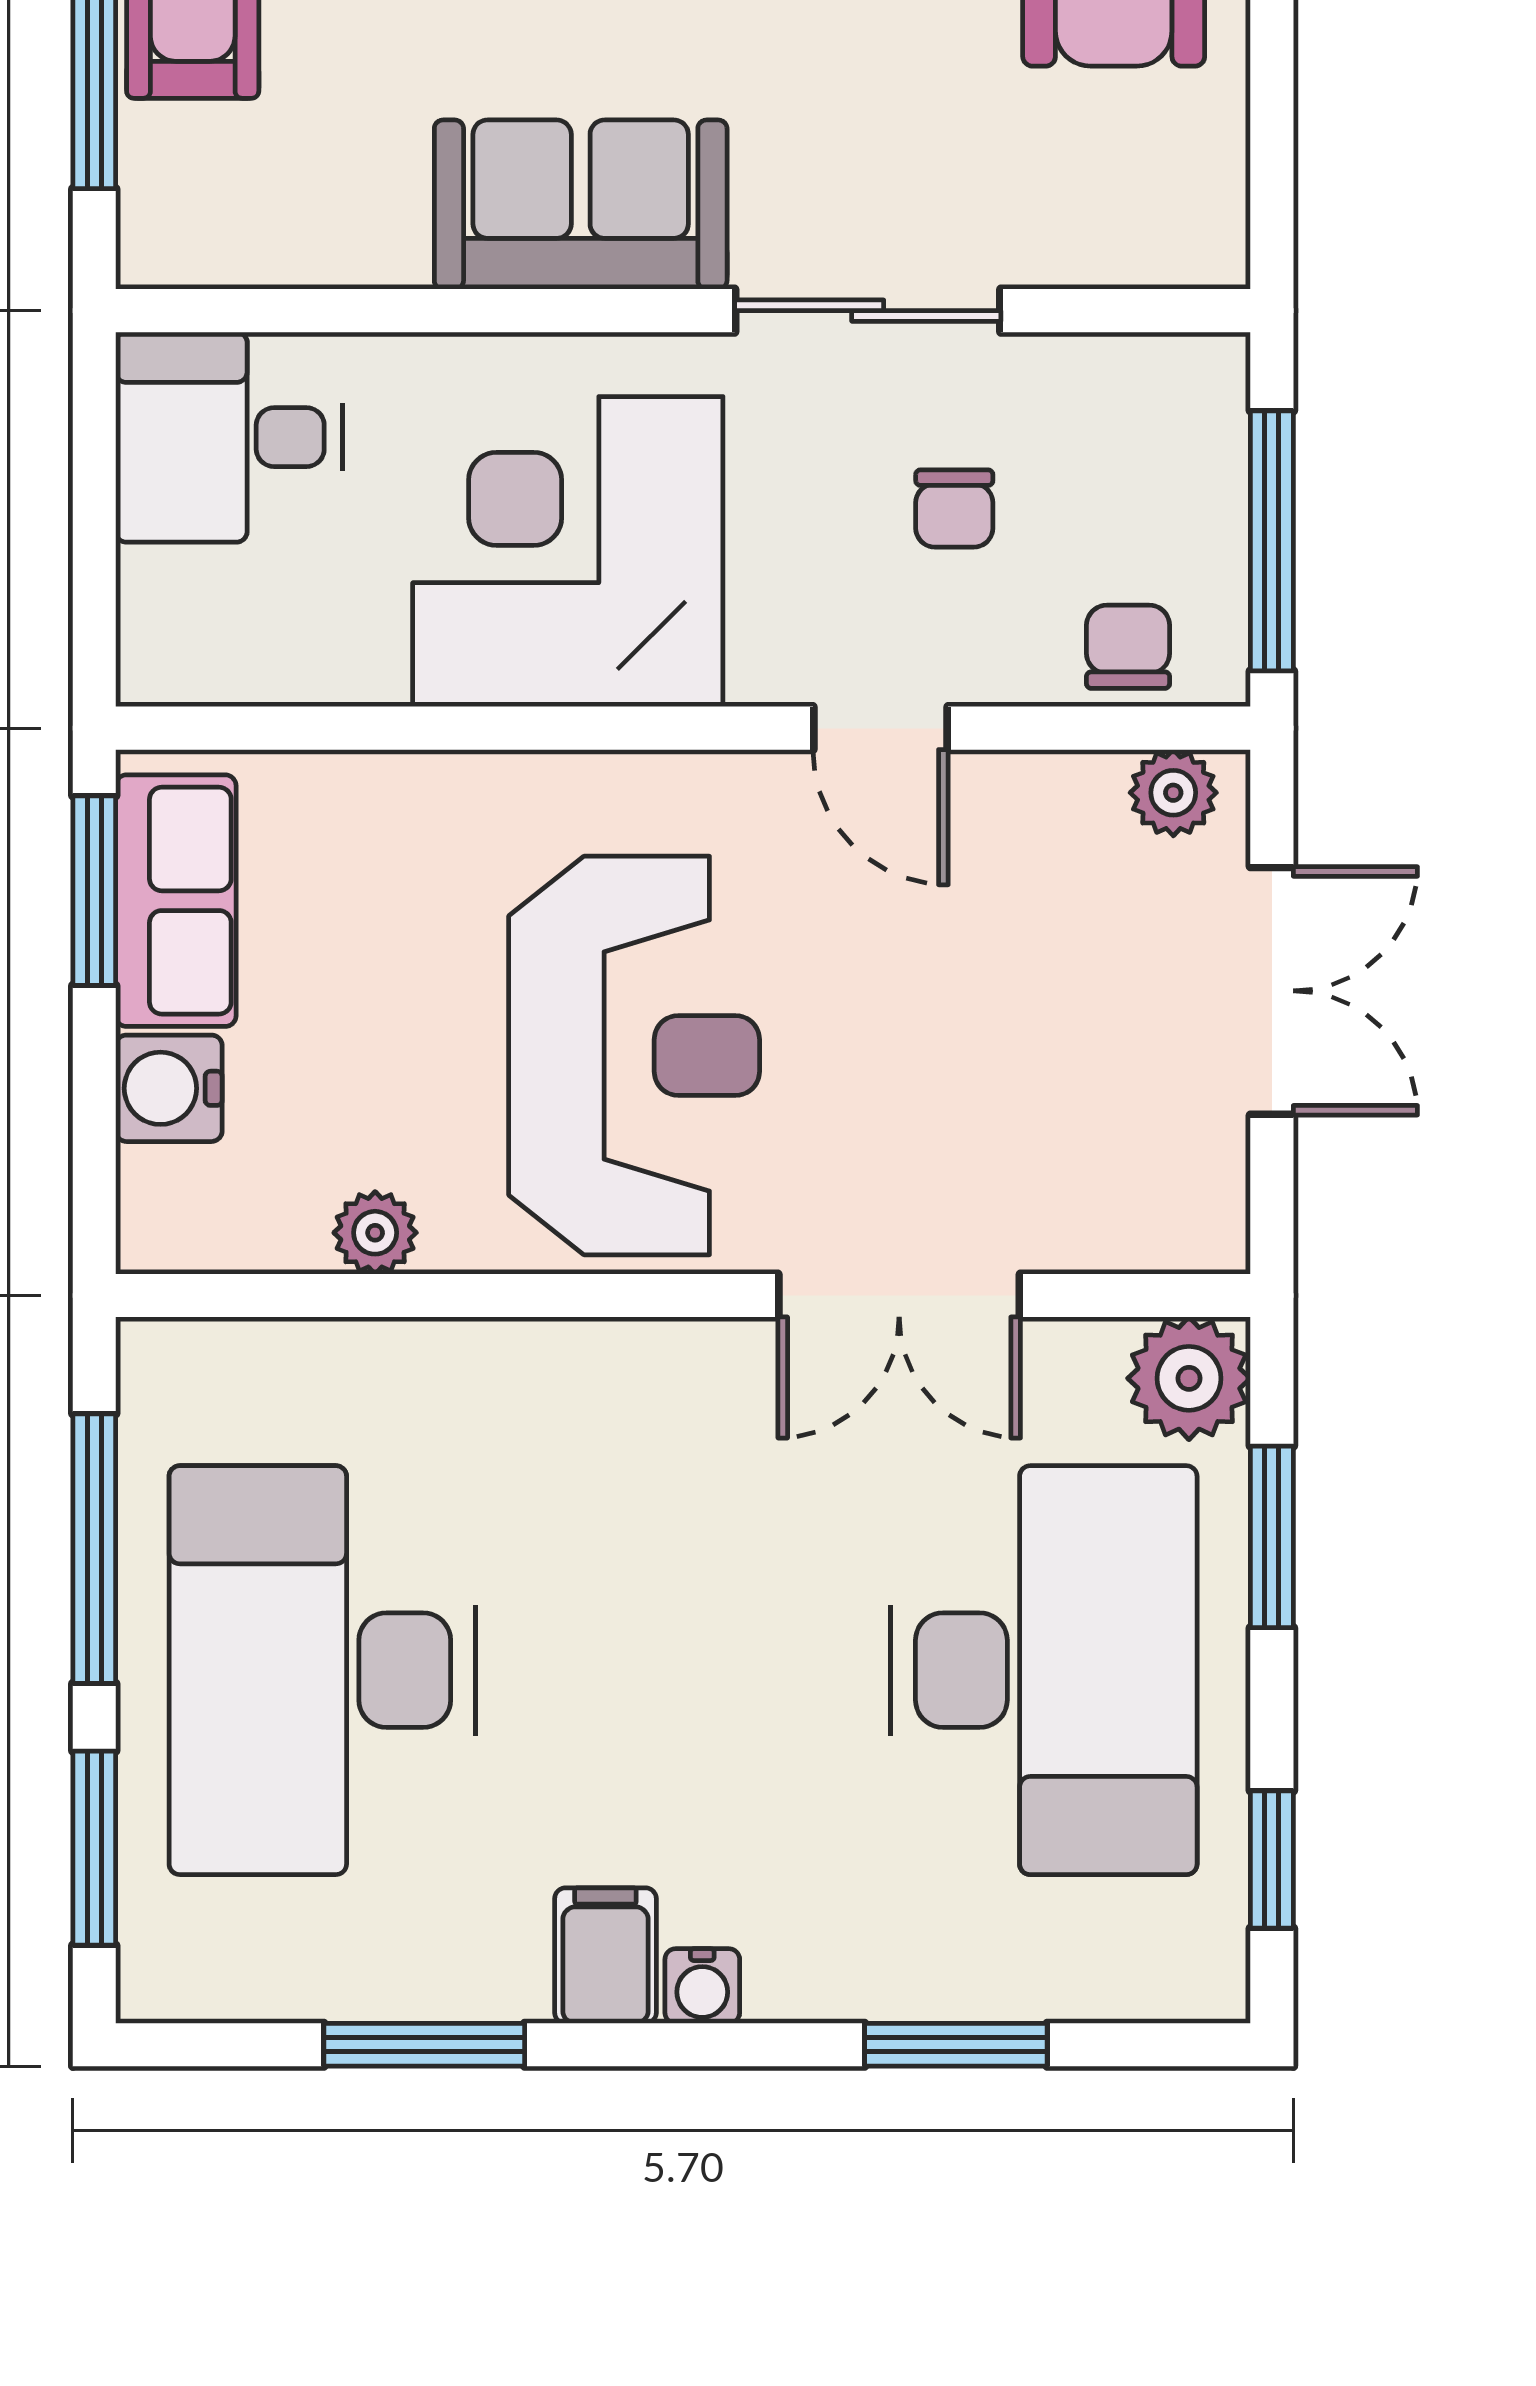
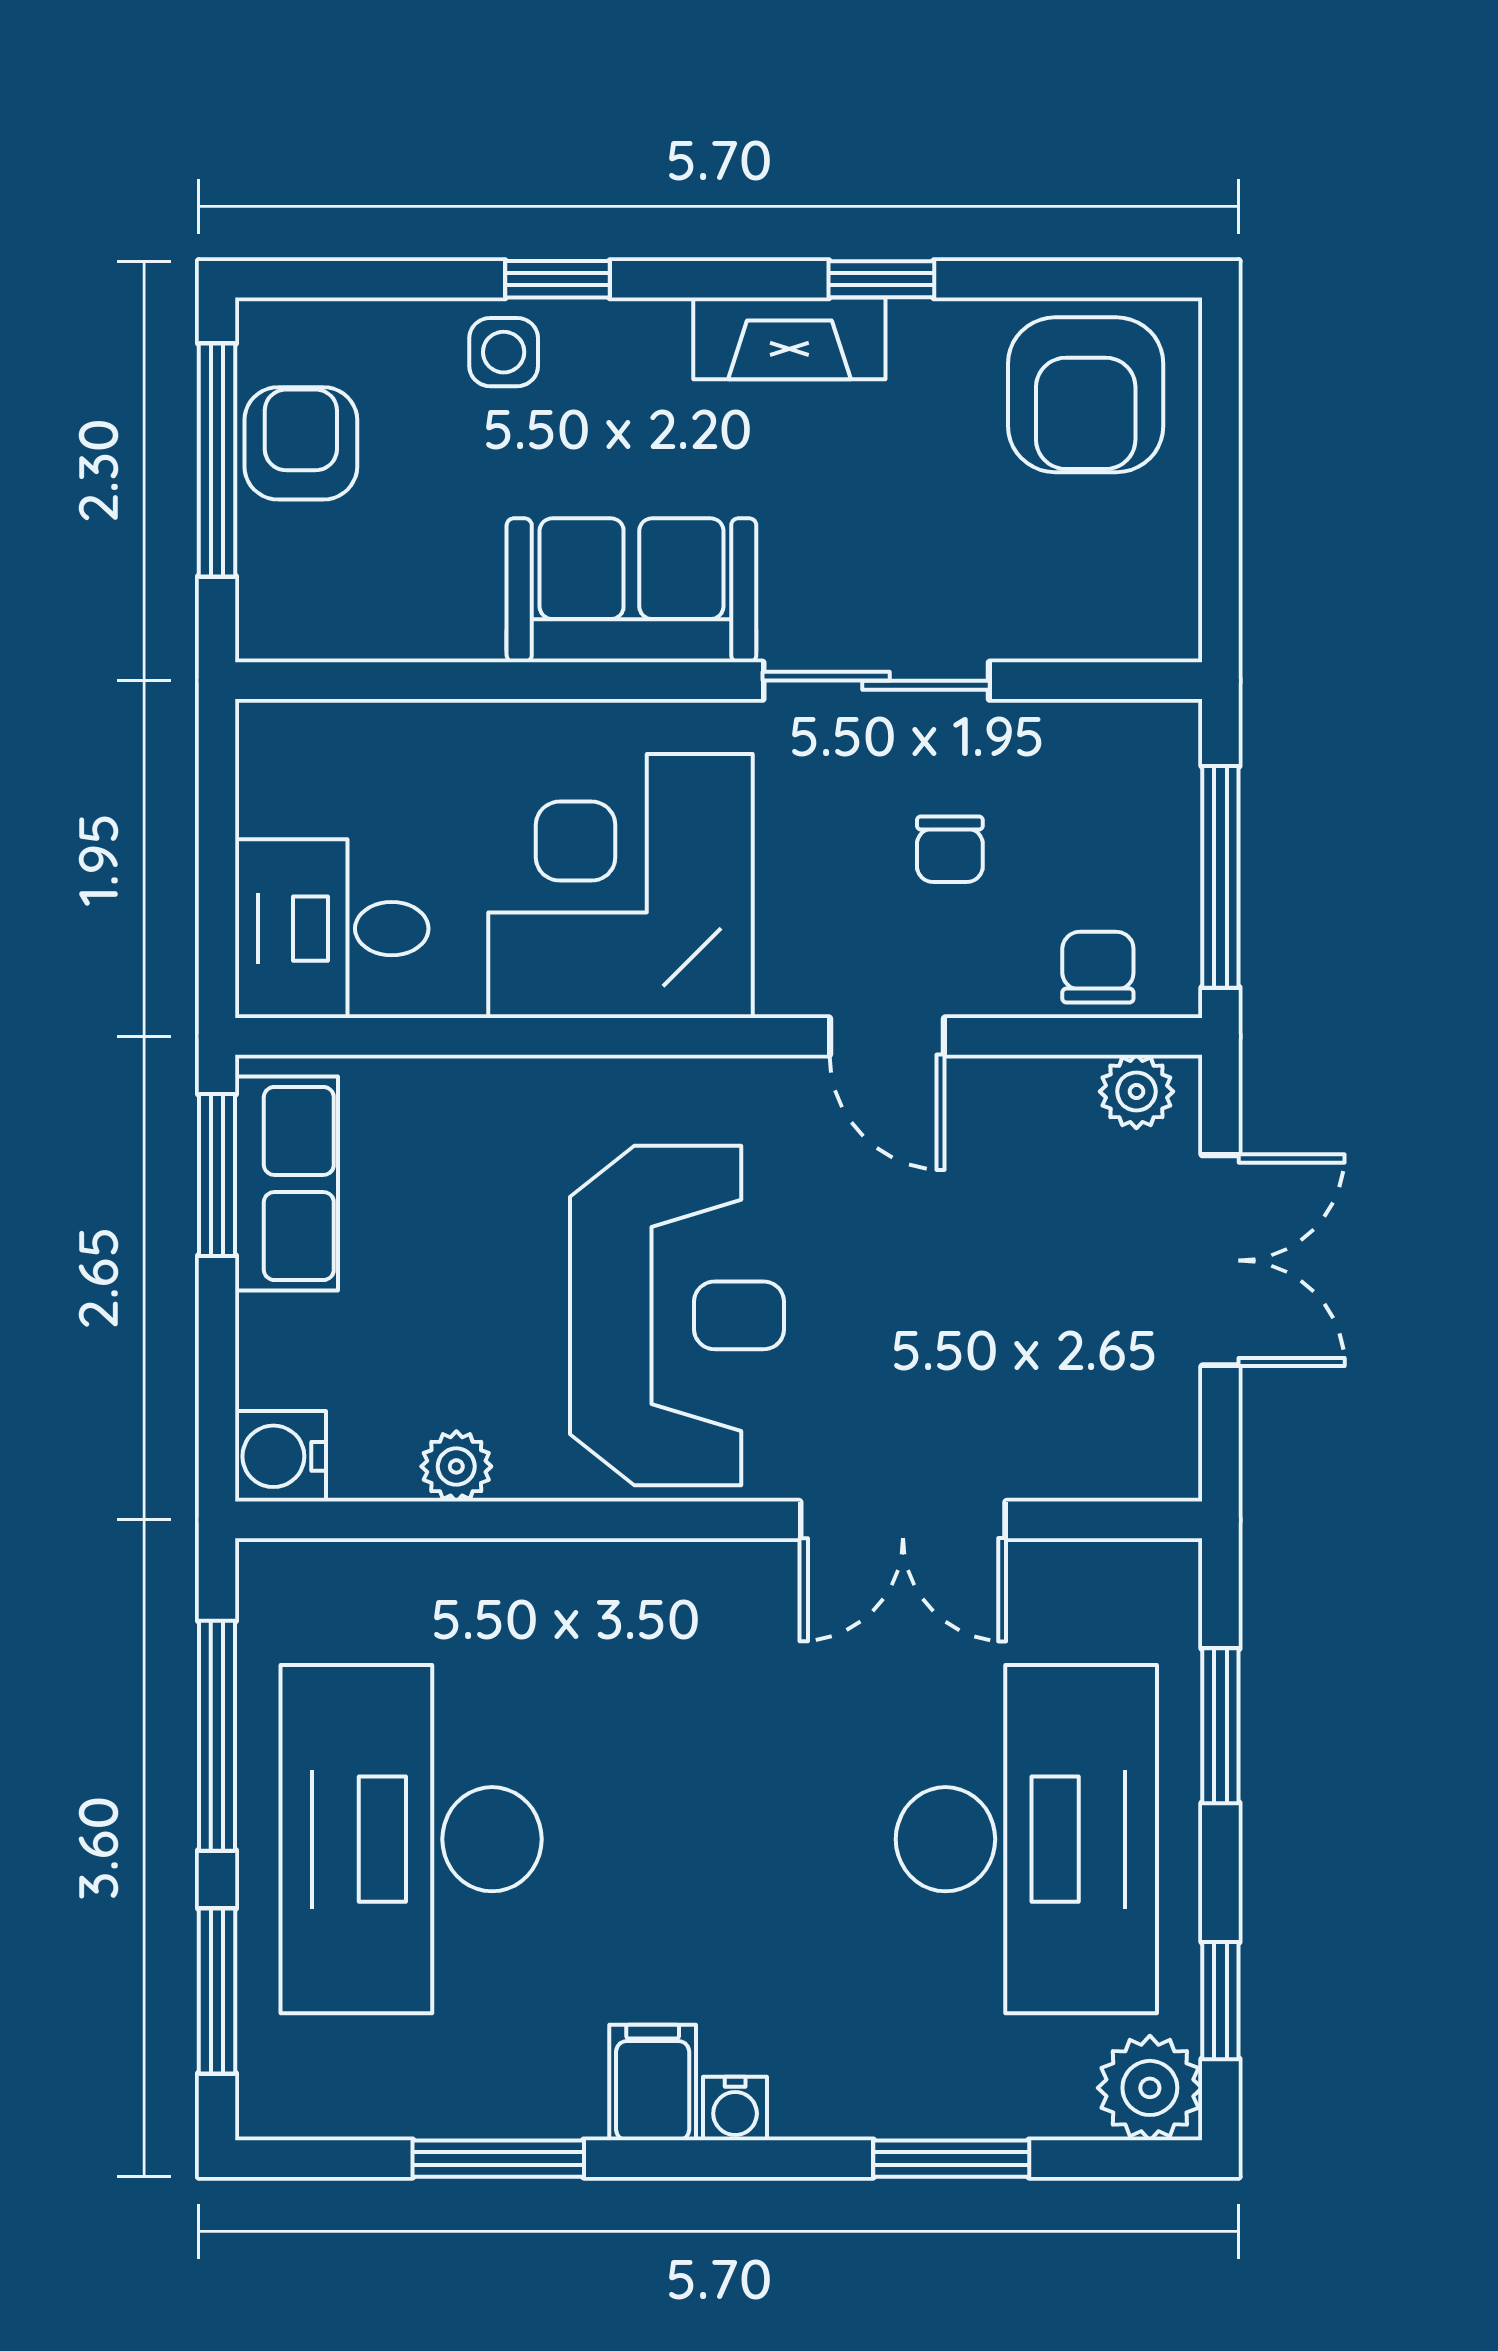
desk: (229, 437) -> (332, 929), moved
water cooler: (169, 1088) -> (281, 1456), moved
plant: (1189, 1378) -> (1150, 2088), moved

